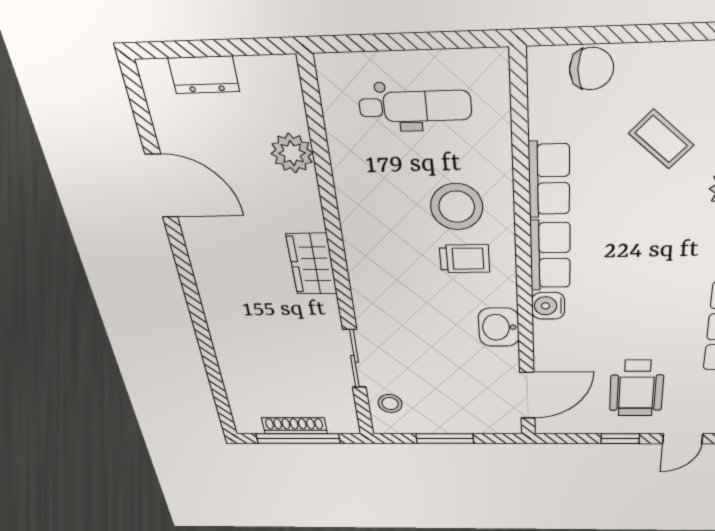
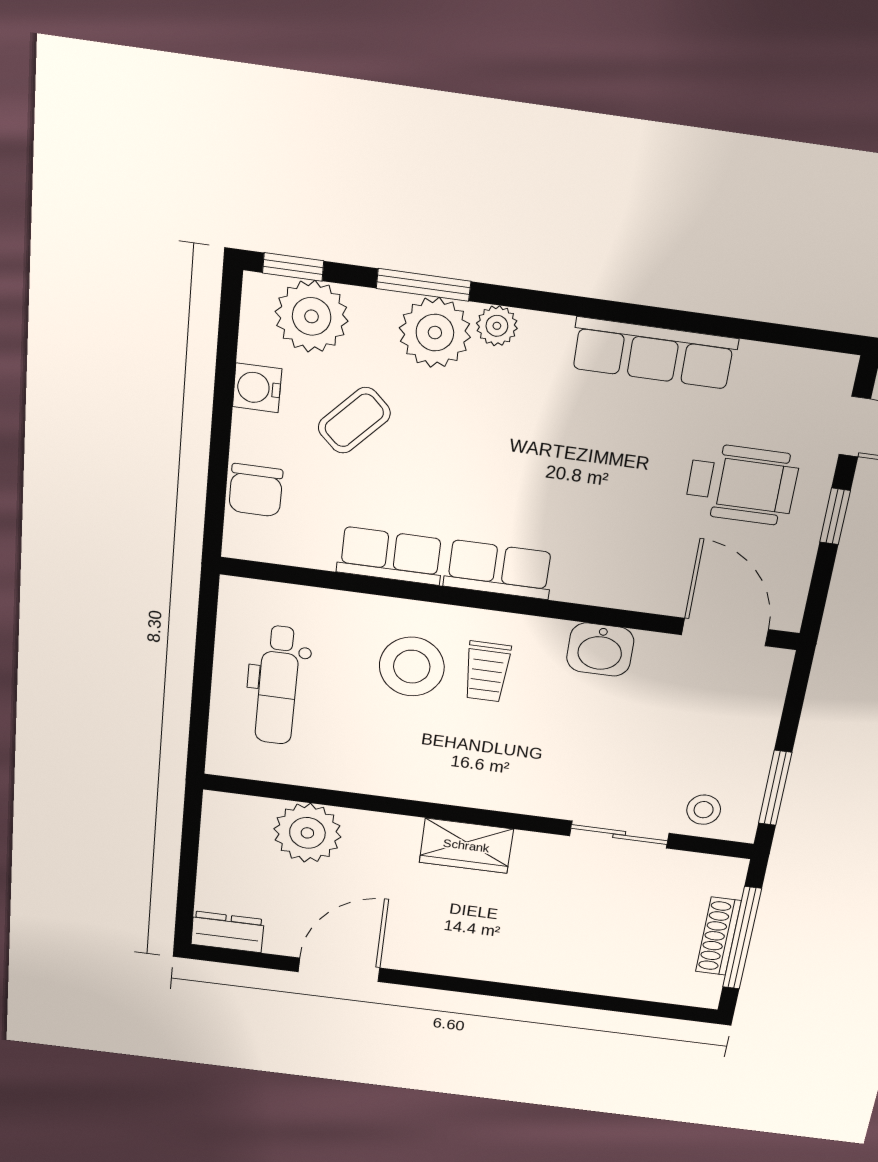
chair: (592, 69) -> (256, 490), turned 180
dresser: (204, 75) -> (227, 932), moved, turned -90
dental chair: (415, 106) -> (278, 685), turned 180
plant: (292, 153) -> (307, 833), width x1.36, depth x1.36
trolley: (465, 259) -> (487, 672), turned 180
water cooler: (548, 306) -> (257, 388), moved, turned 90
window: (445, 439) -> (775, 788), moved

